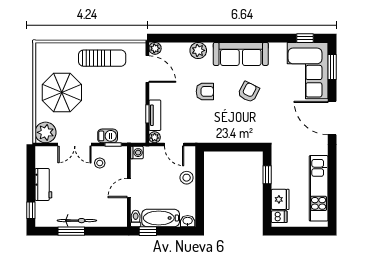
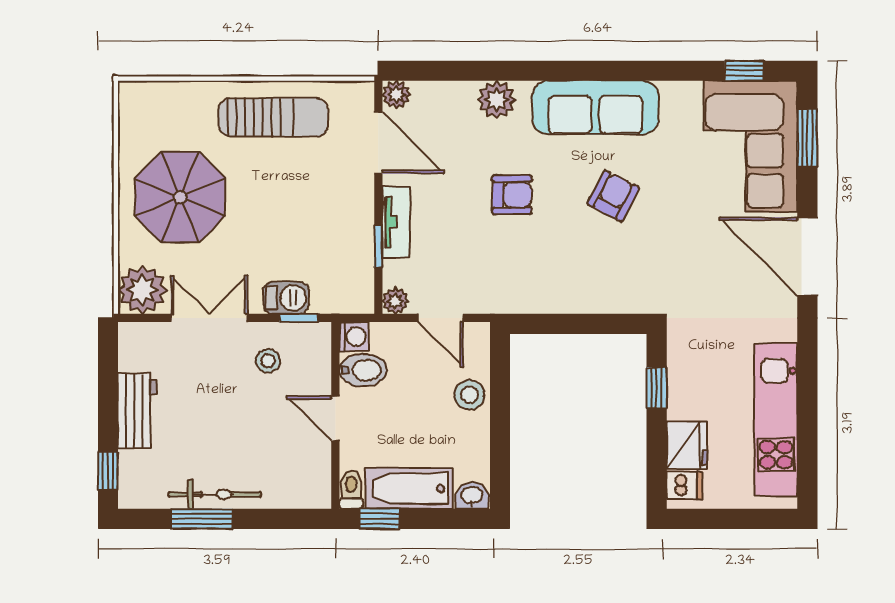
tv unit: (155, 115) -> (396, 222), moved
double door: (75, 145) -> (209, 318), swing flipped
bidet: (141, 167) -> (363, 370), added
door: (129, 188) -> (335, 419), hinge flipped

